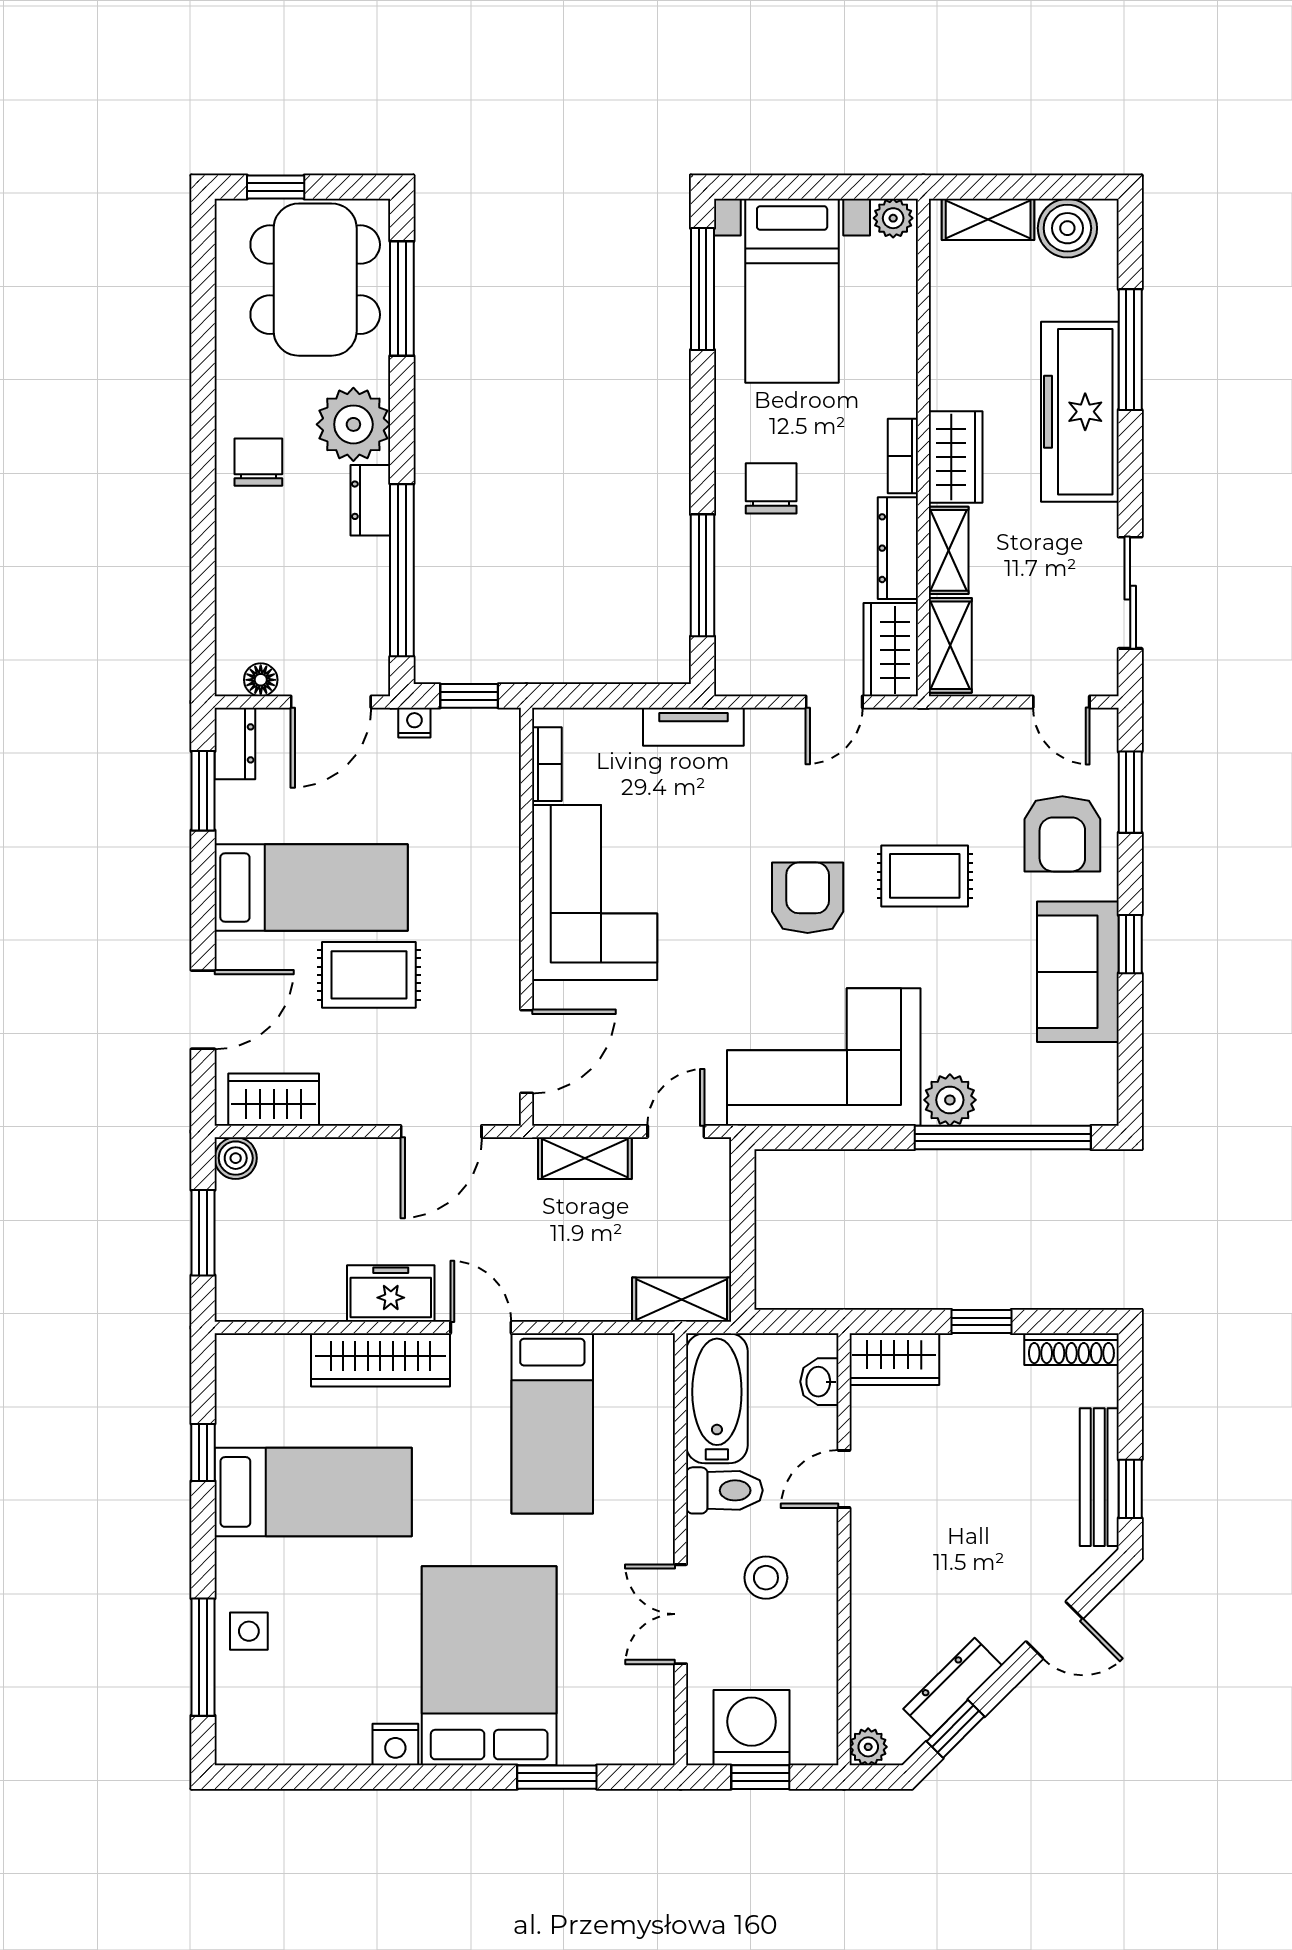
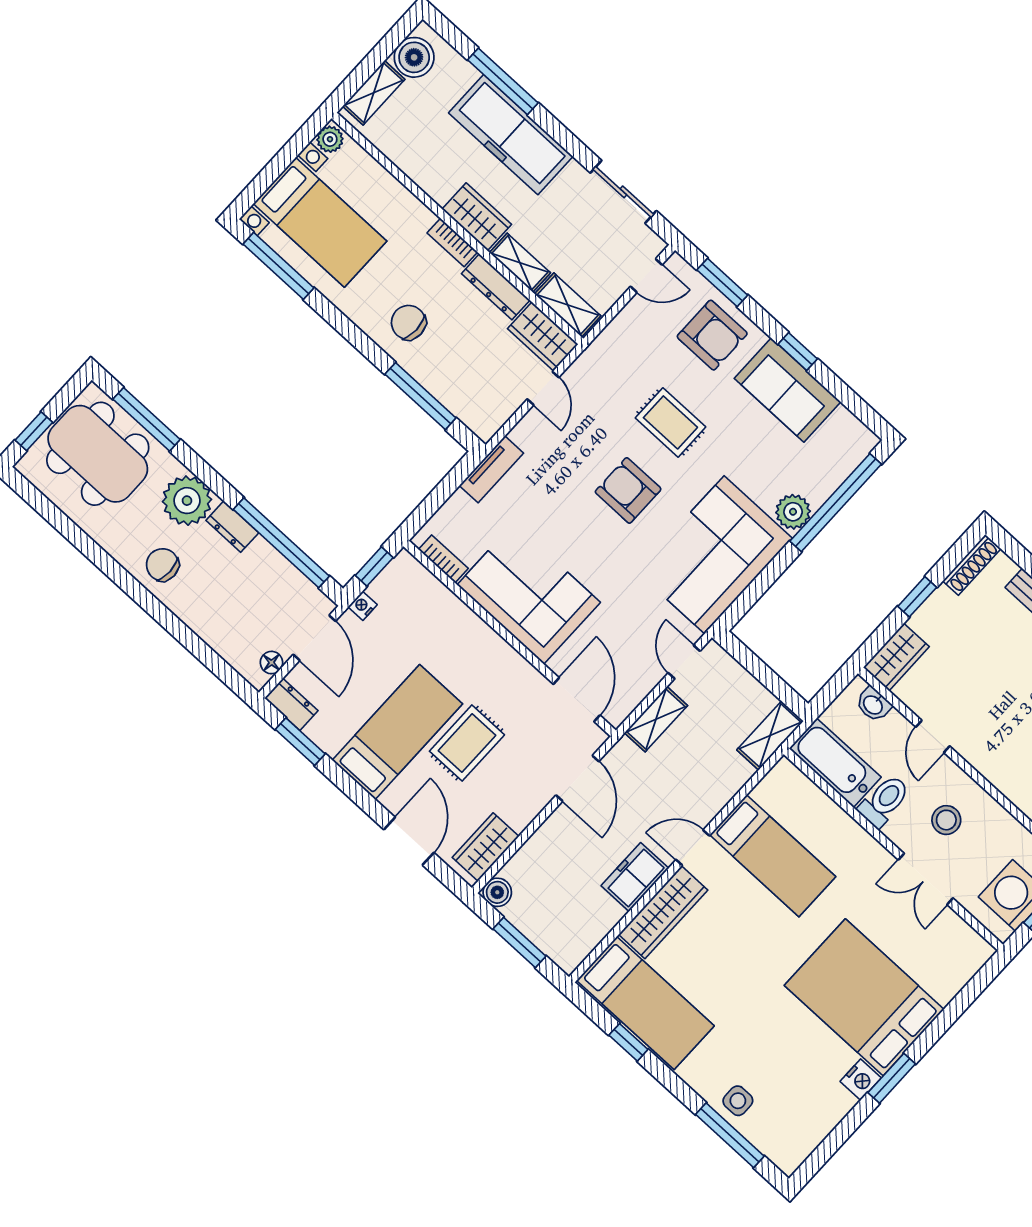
rug: (925, 876) -> (670, 422), turned 90
bed: (313, 1492) -> (645, 1003), moved, turned 90
window: (557, 1777) -> (892, 1078), moved

